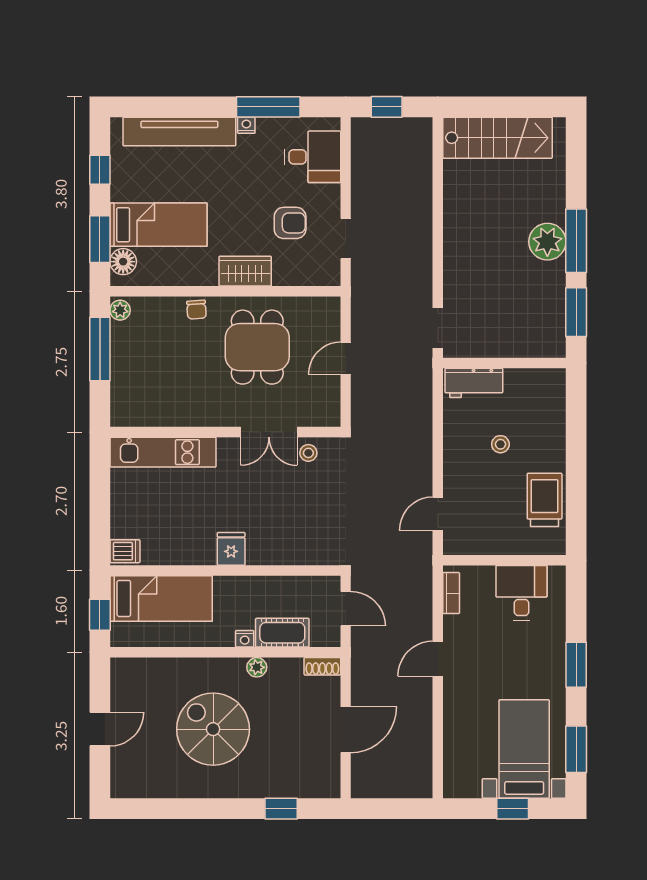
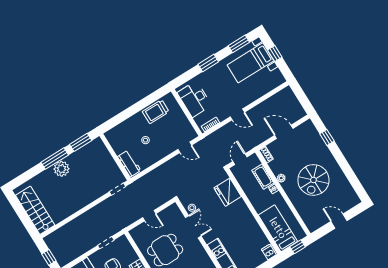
fridge: (231, 549) -> (228, 192), moved, width x1.88, depth x1.34
desk: (521, 593) -> (195, 99), width x1.37

